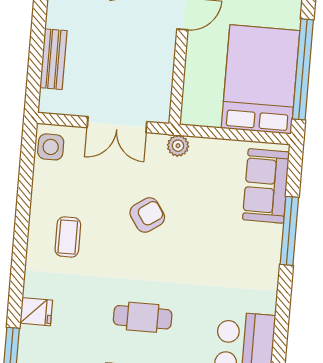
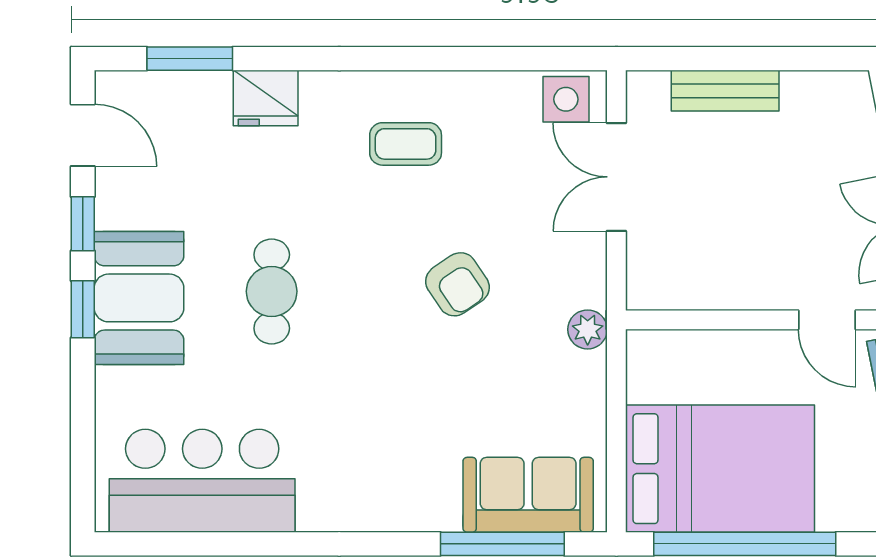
double door: (117, 125) -> (616, 177), moved
window: (289, 231) -> (502, 544), moved
fridge: (36, 312) -> (266, 98), width x1.38

